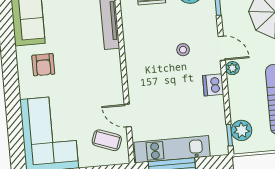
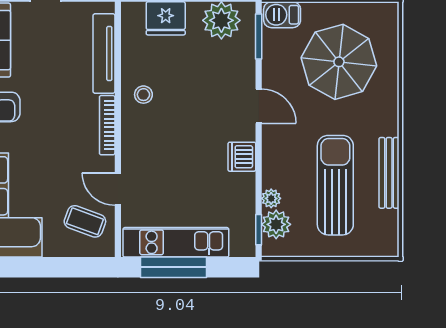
stool: (183, 50) -> (143, 95), moved
plant: (232, 68) -> (271, 198), moved
bookcase: (116, 71) -> (107, 125), added

